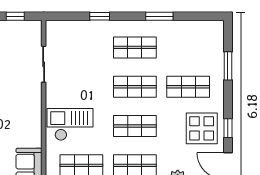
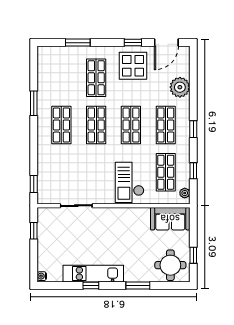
window: (100, 16) -> (34, 184), moved

